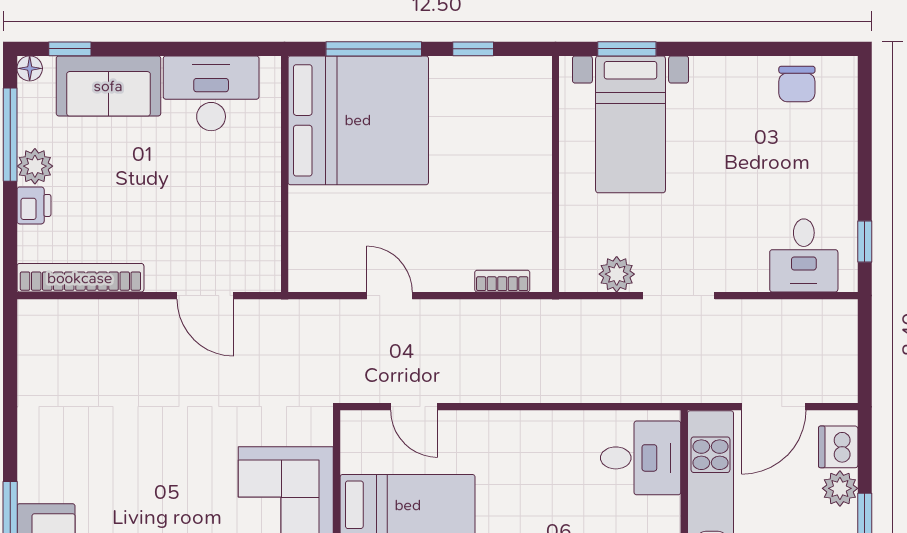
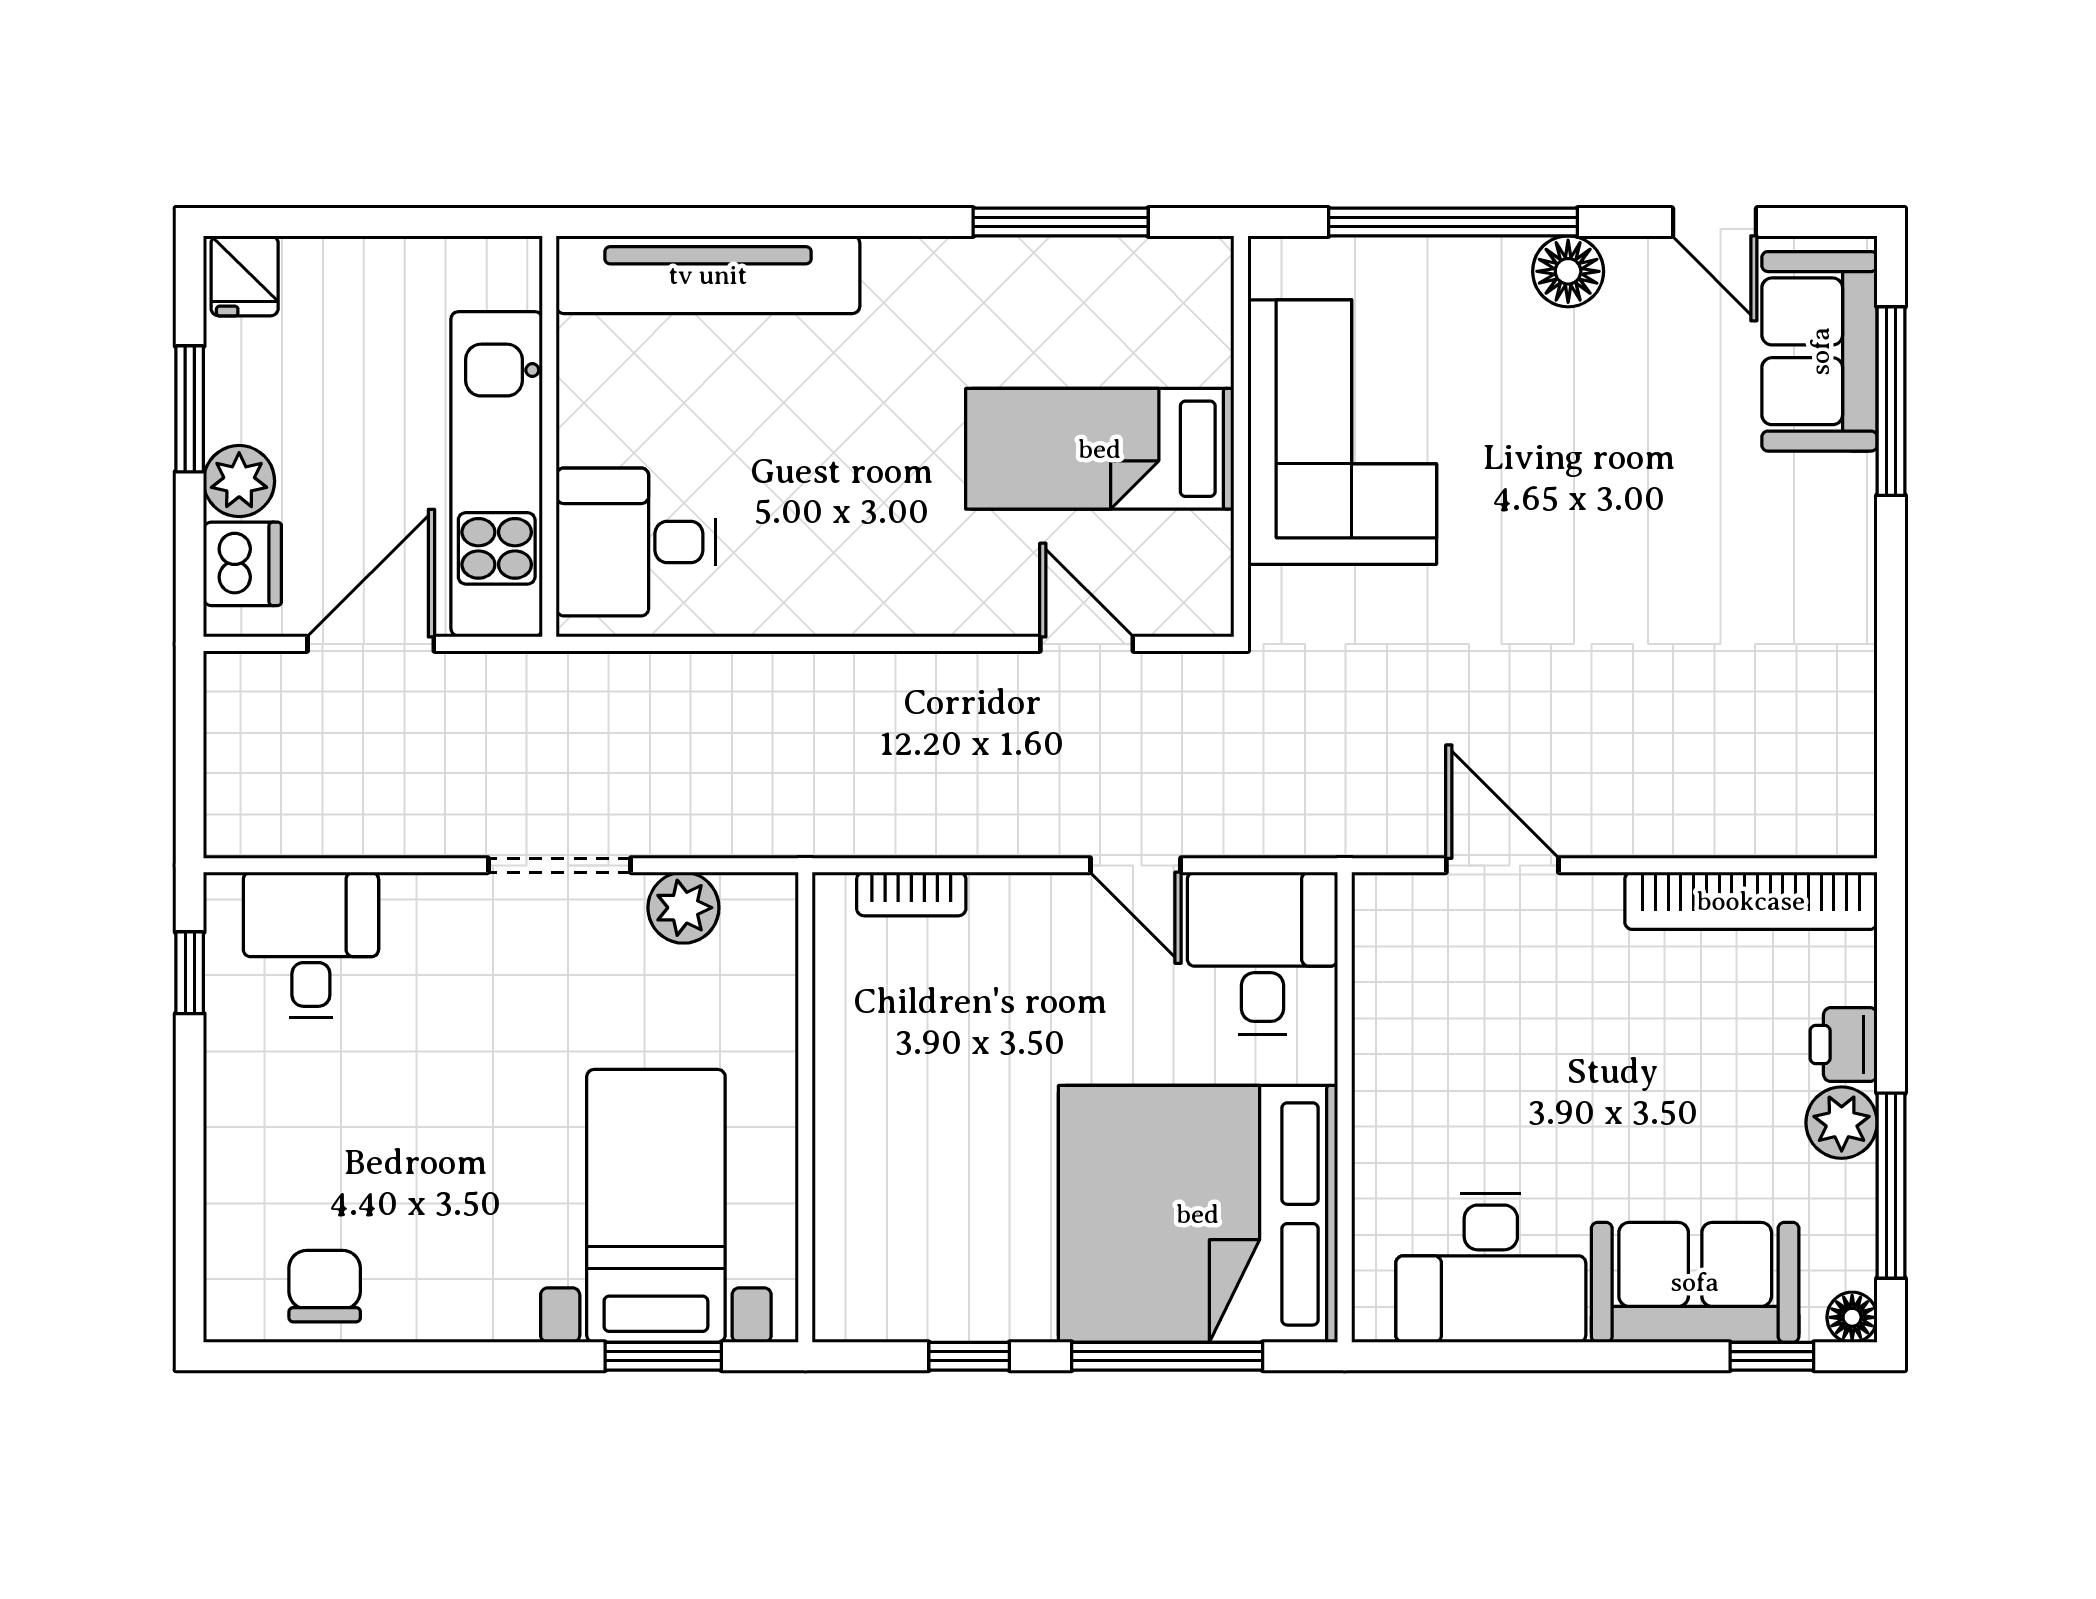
desk: (326, 251) -> (1263, 953), added

